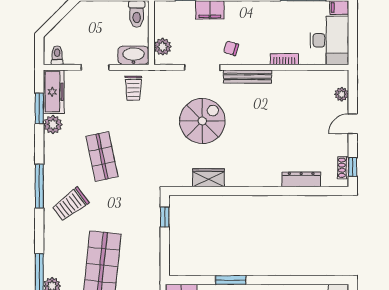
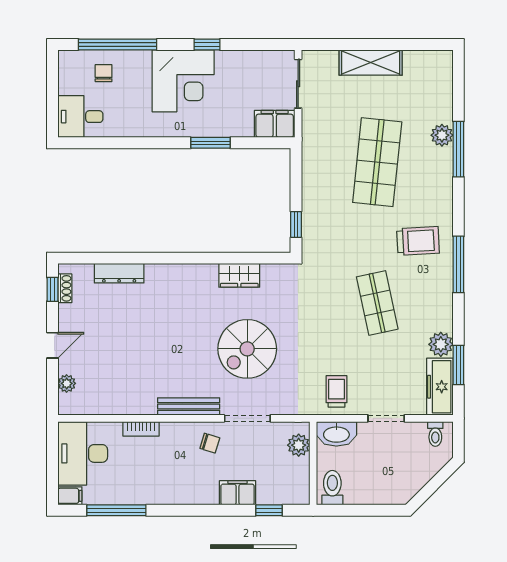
trolley: (70, 204) -> (418, 241), turned 34

